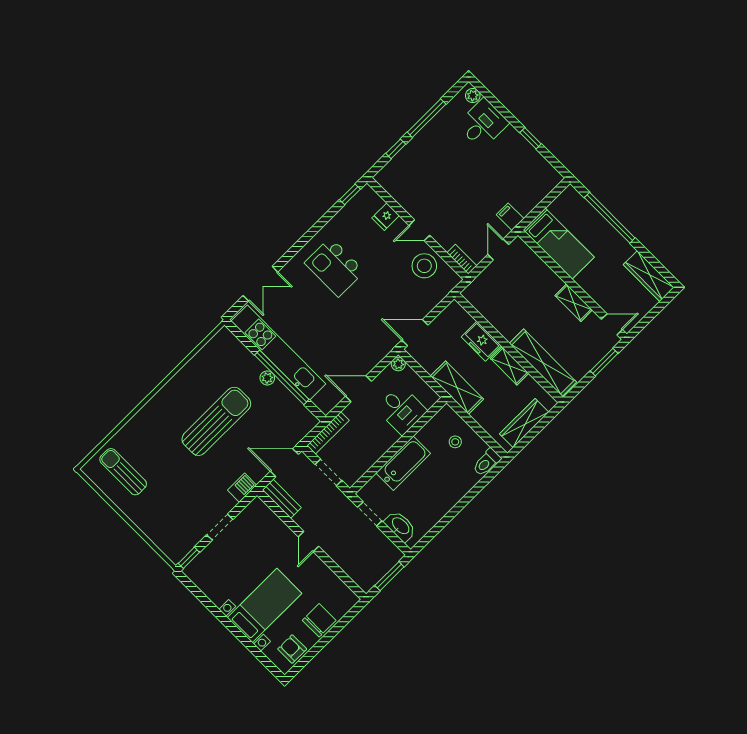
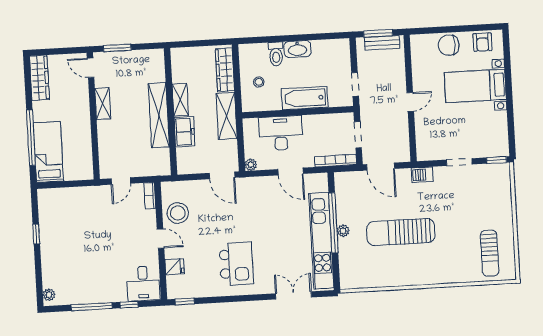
desk: (483, 124) -> (143, 283), moved, turned -90
filing cabinet: (510, 217) -> (94, 195), removed
bed: (559, 244) -> (48, 152), moved
shelving: (543, 363) -> (159, 115), moved
desk: (401, 410) -> (281, 133), width x1.37
wardrobe: (524, 423) -> (225, 70), moved, turned 90
toilet: (487, 462) -> (276, 54), moved, turned 90
bench: (282, 499) -> (382, 43), moved, turned 90
washbasin: (400, 526) -> (297, 49), moved, turned -90

